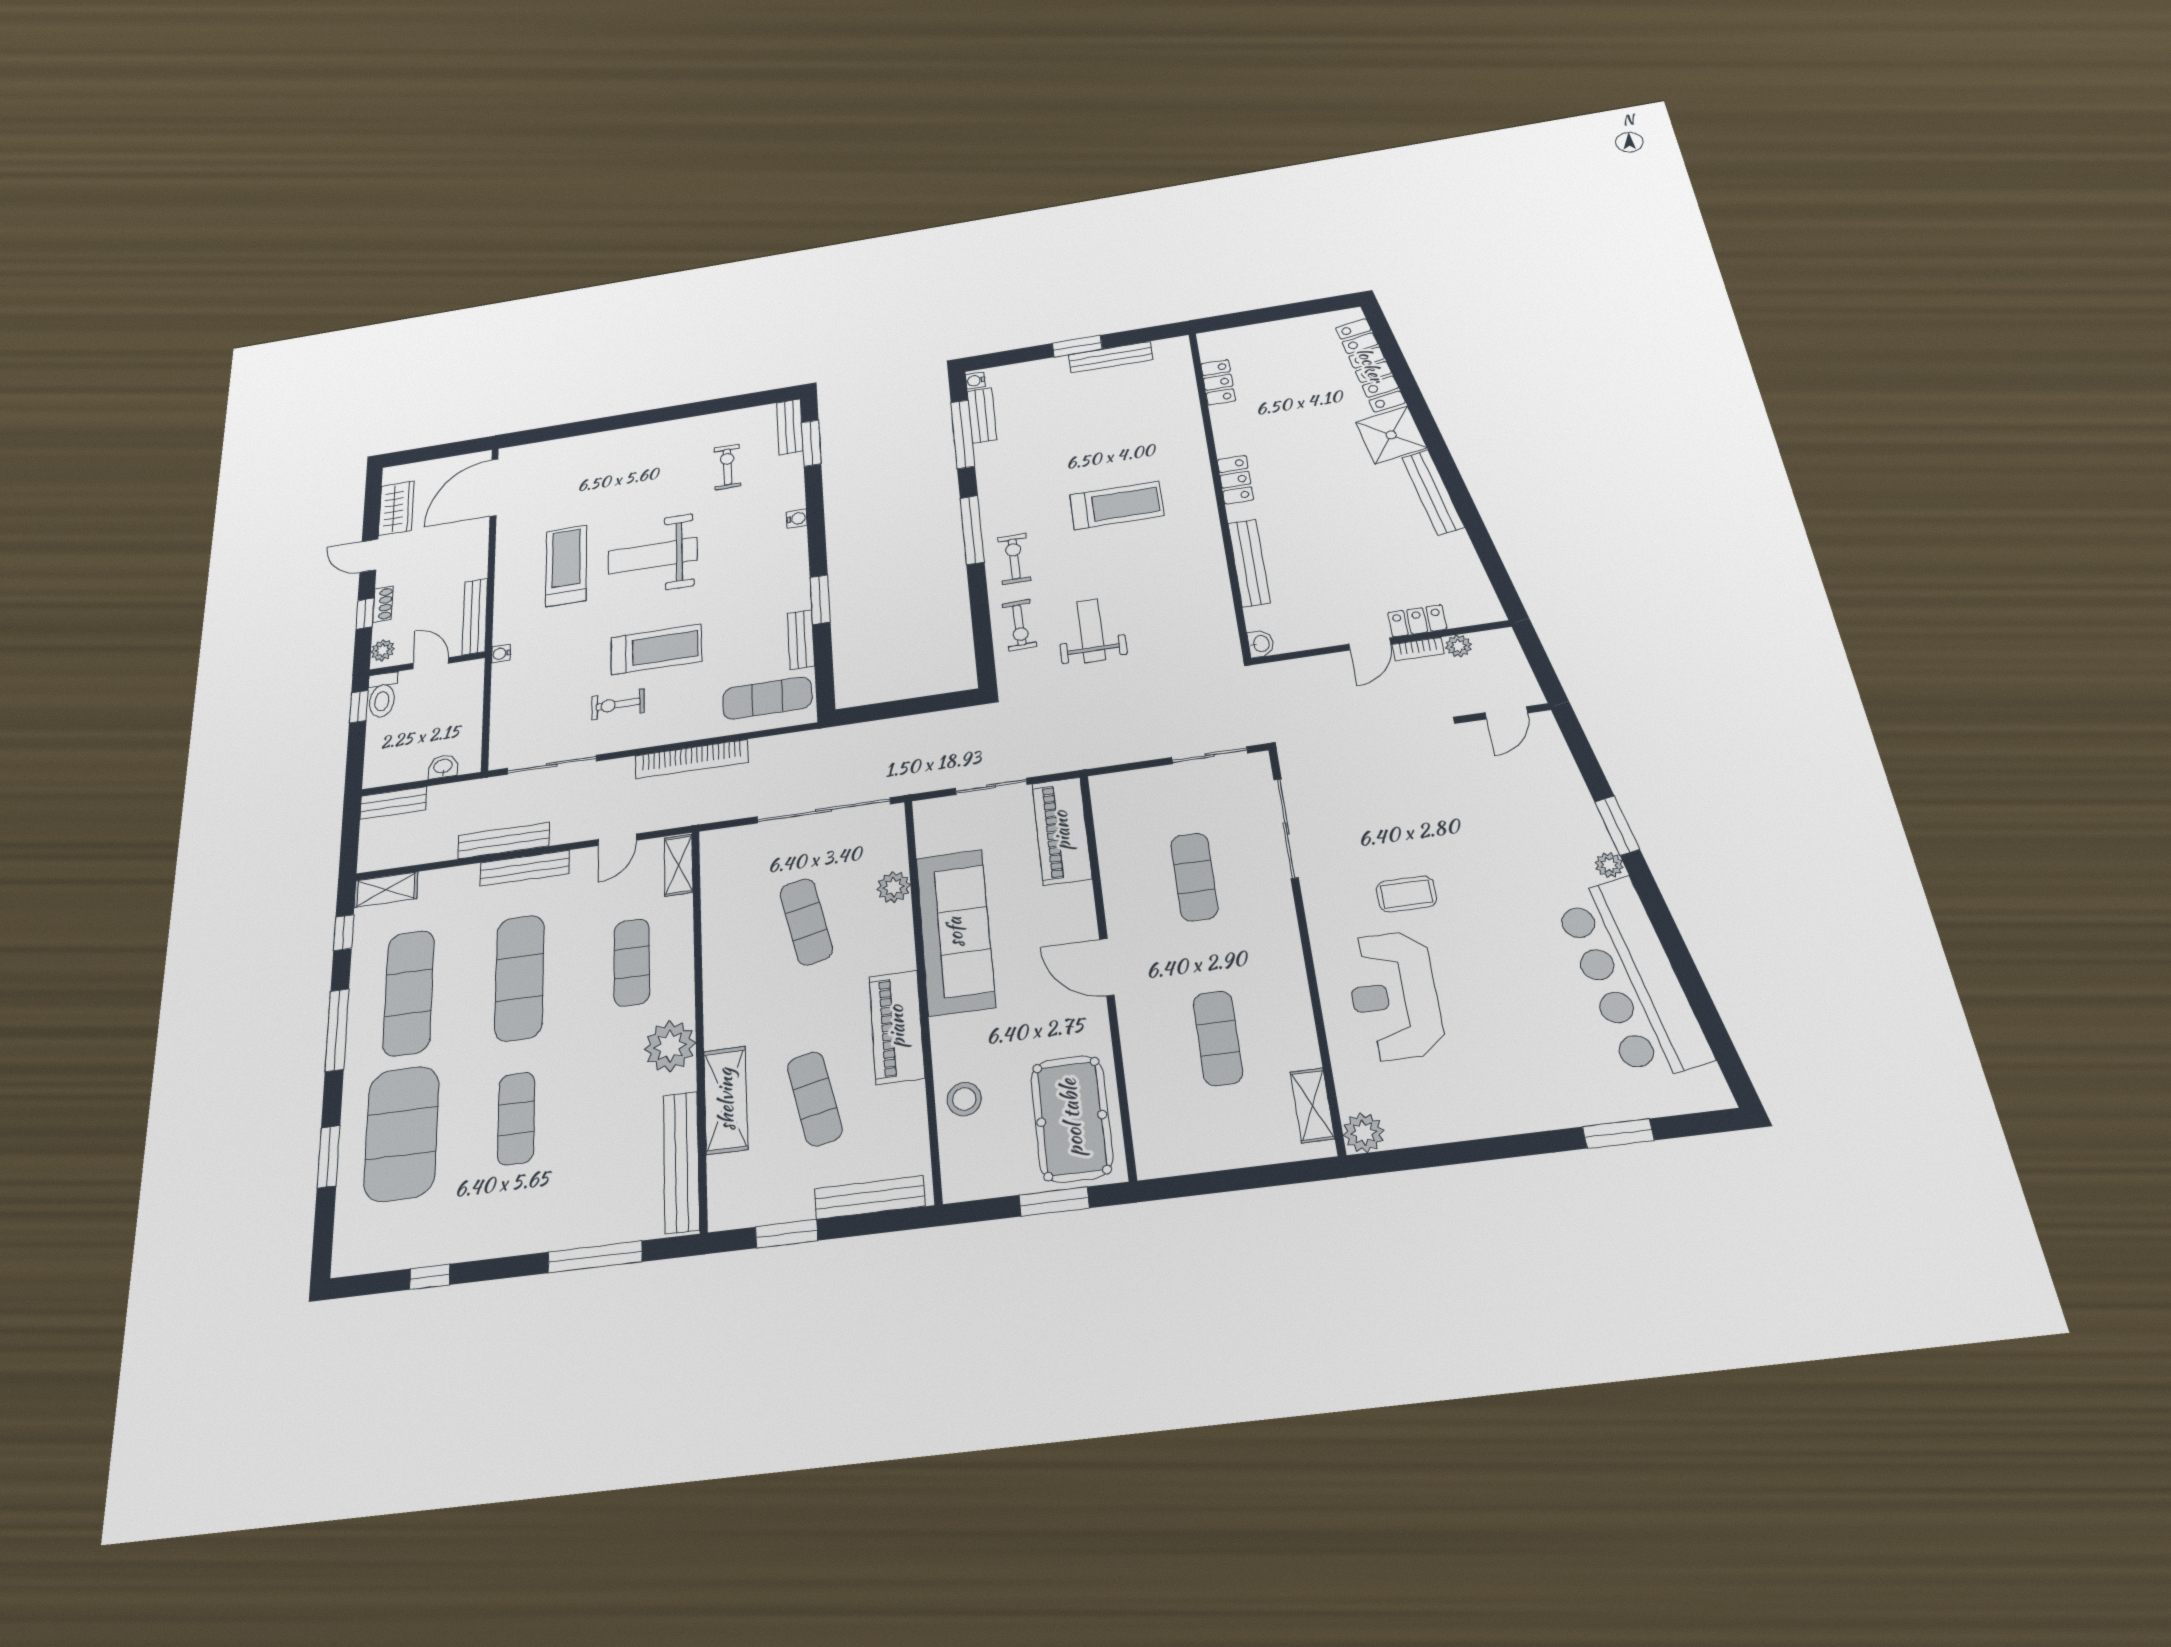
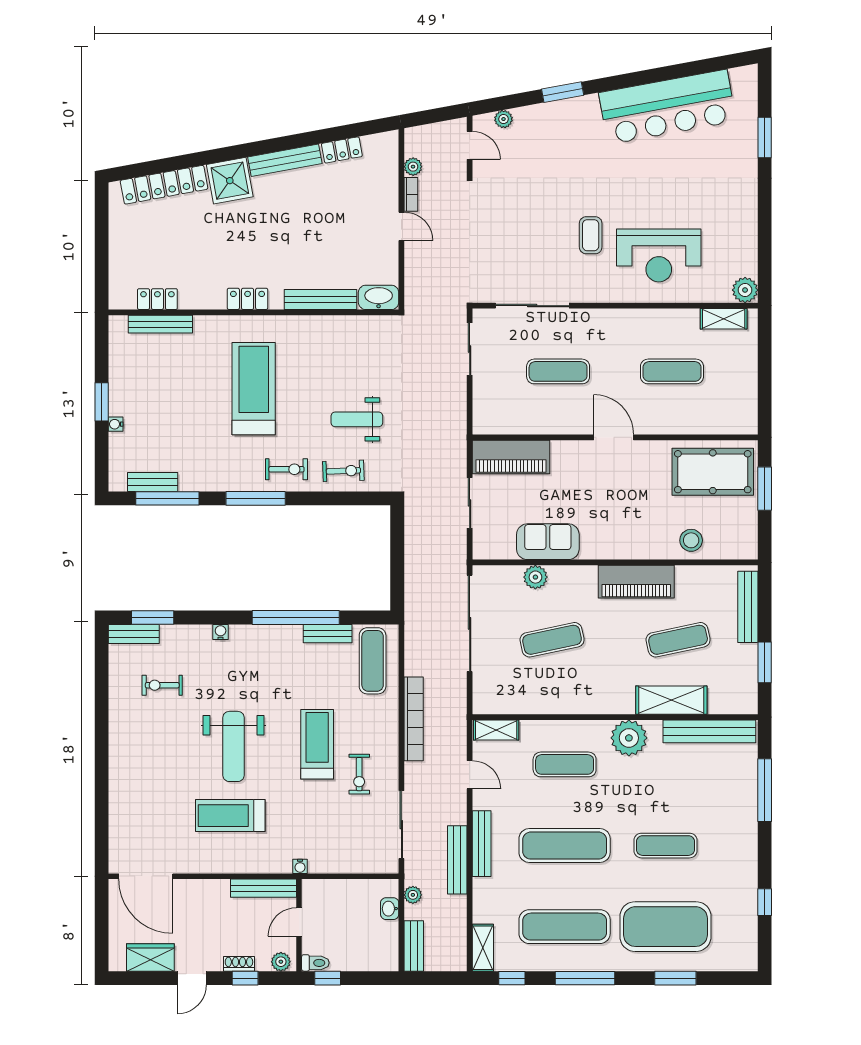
bench: (1111, 357) -> (160, 324), moved, turned 90
water cooler: (975, 381) -> (116, 424), moved, turned 90
treadmill: (1117, 505) -> (254, 389), width x1.37, depth x1.38
exercise bike: (1014, 559) -> (286, 469), turned 180
window: (820, 600) -> (296, 617), width x2.11
locker: (1417, 621) -> (342, 150), moved, turned -100
washbasin: (1261, 644) -> (379, 297), width x1.91, depth x1.45
toilet: (382, 695) -> (315, 963), width x0.73, depth x0.72
plant: (460, 792) -> (413, 895), added
plant: (1609, 865) -> (503, 119), moved
sofa: (955, 932) -> (548, 542), width x0.54, depth x0.79
door: (1107, 967) -> (614, 437), swing flipped

